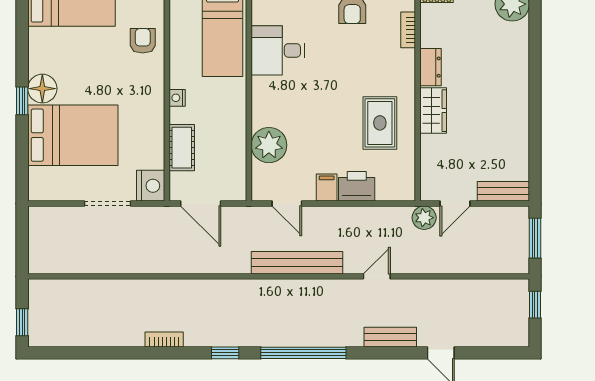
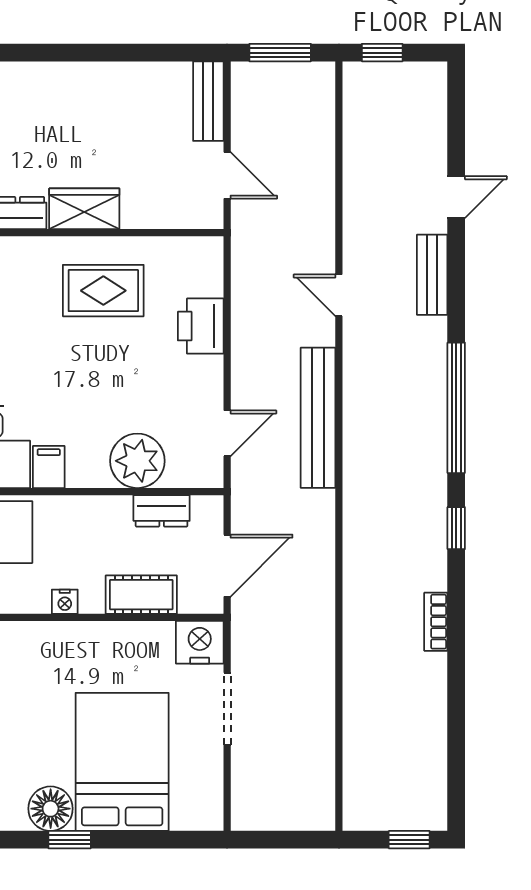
dresser: (236, 161) -> (162, 511), added
filing cabinet: (327, 188) -> (49, 467), moved, turned 90
plant: (424, 218) -> (249, 223), removed

